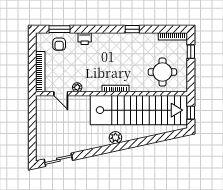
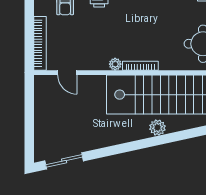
plant: (77, 87) -> (115, 64), moved
plant: (115, 138) -> (157, 128), moved

